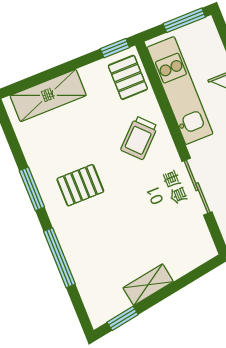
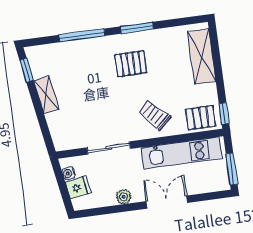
pallet: (80, 185) -> (131, 64), turned 90

